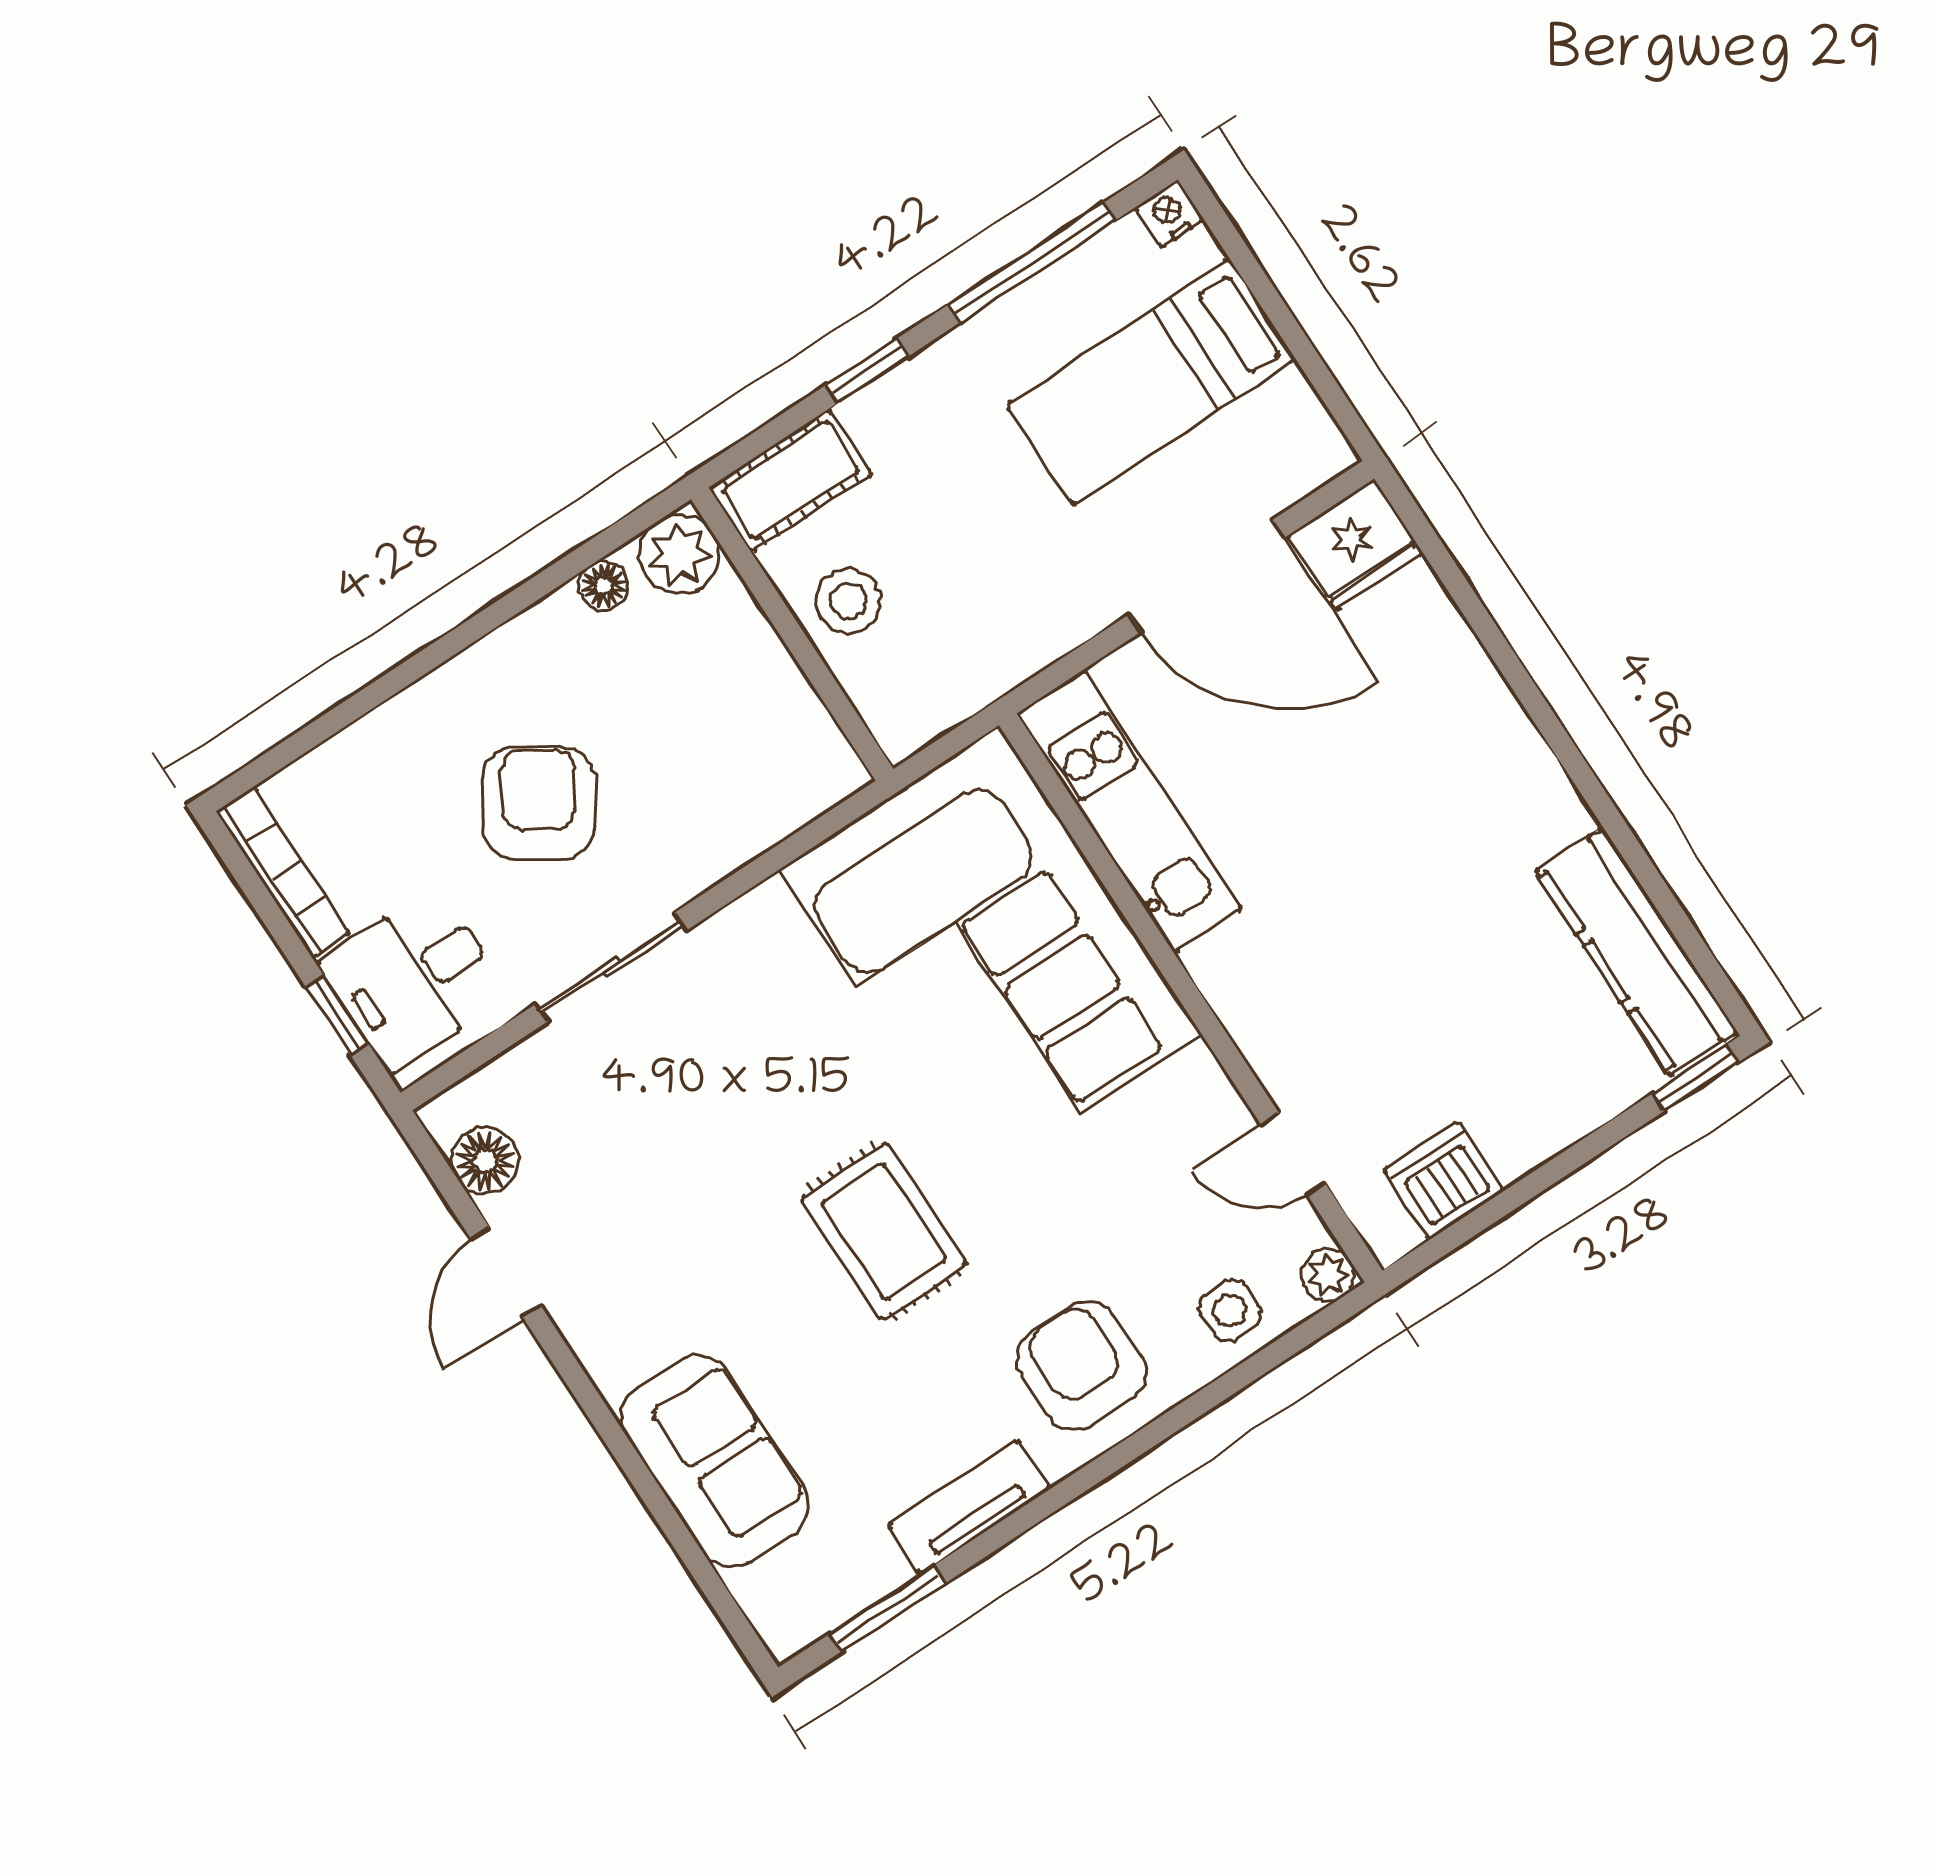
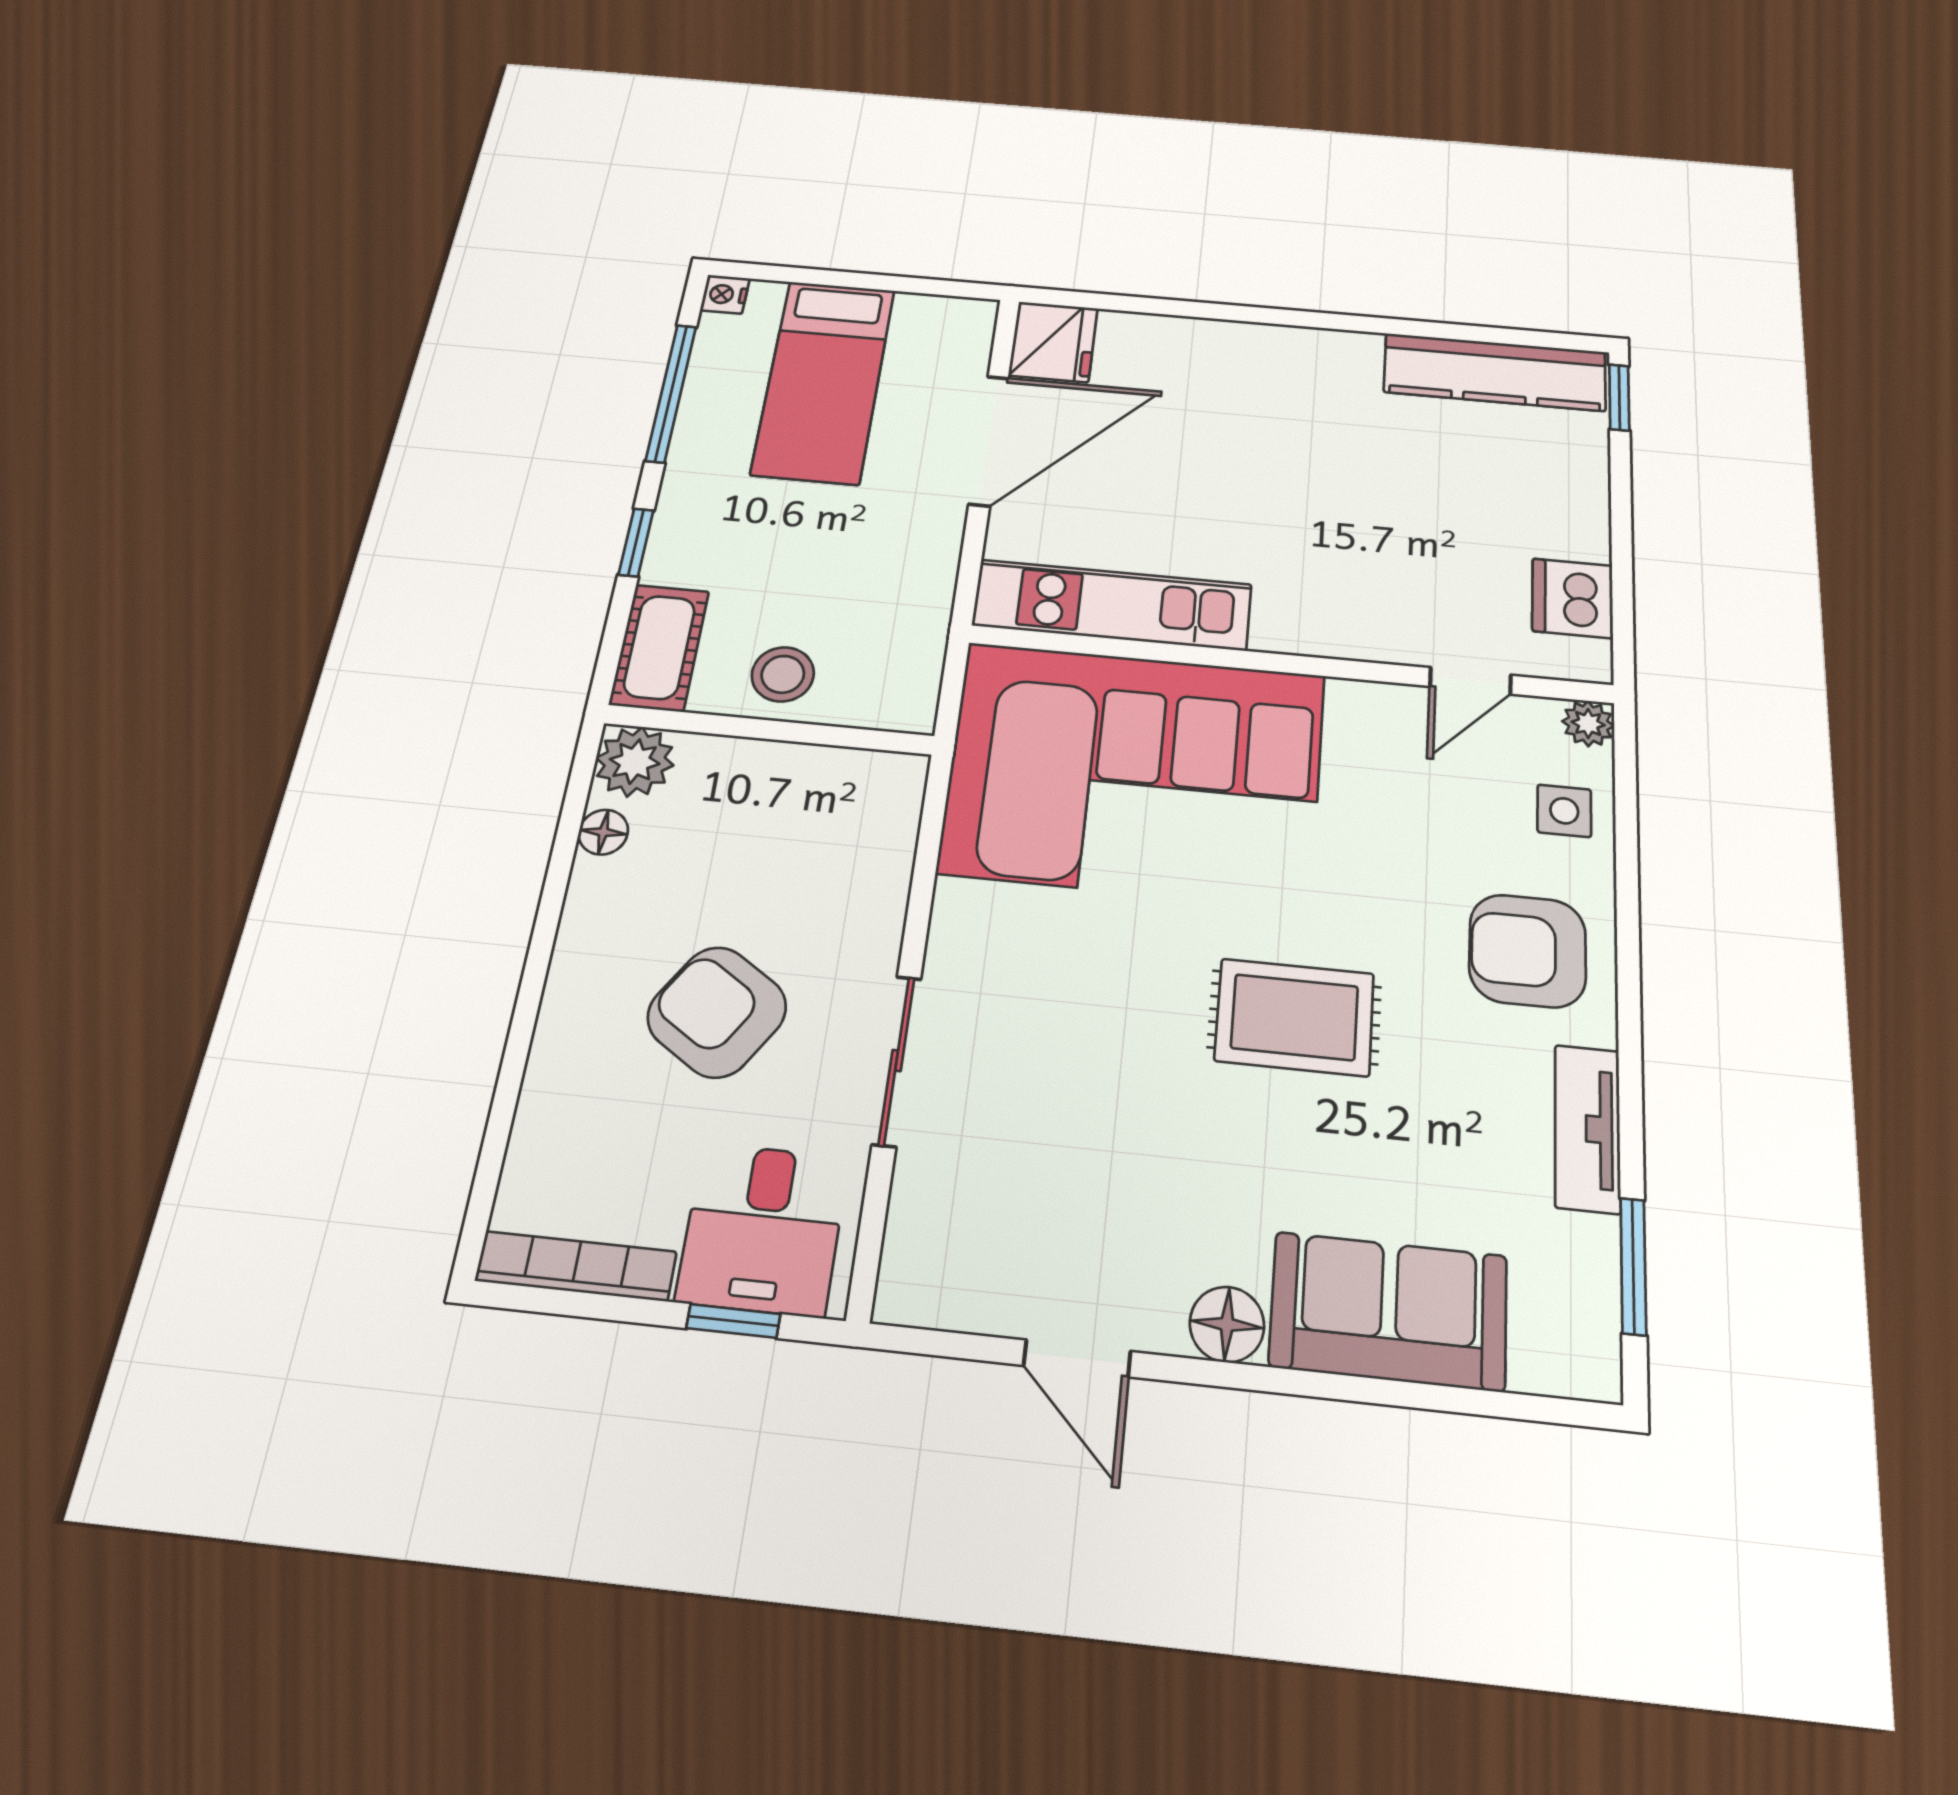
floor lamp: (485, 1161) -> (1227, 1324), moved

